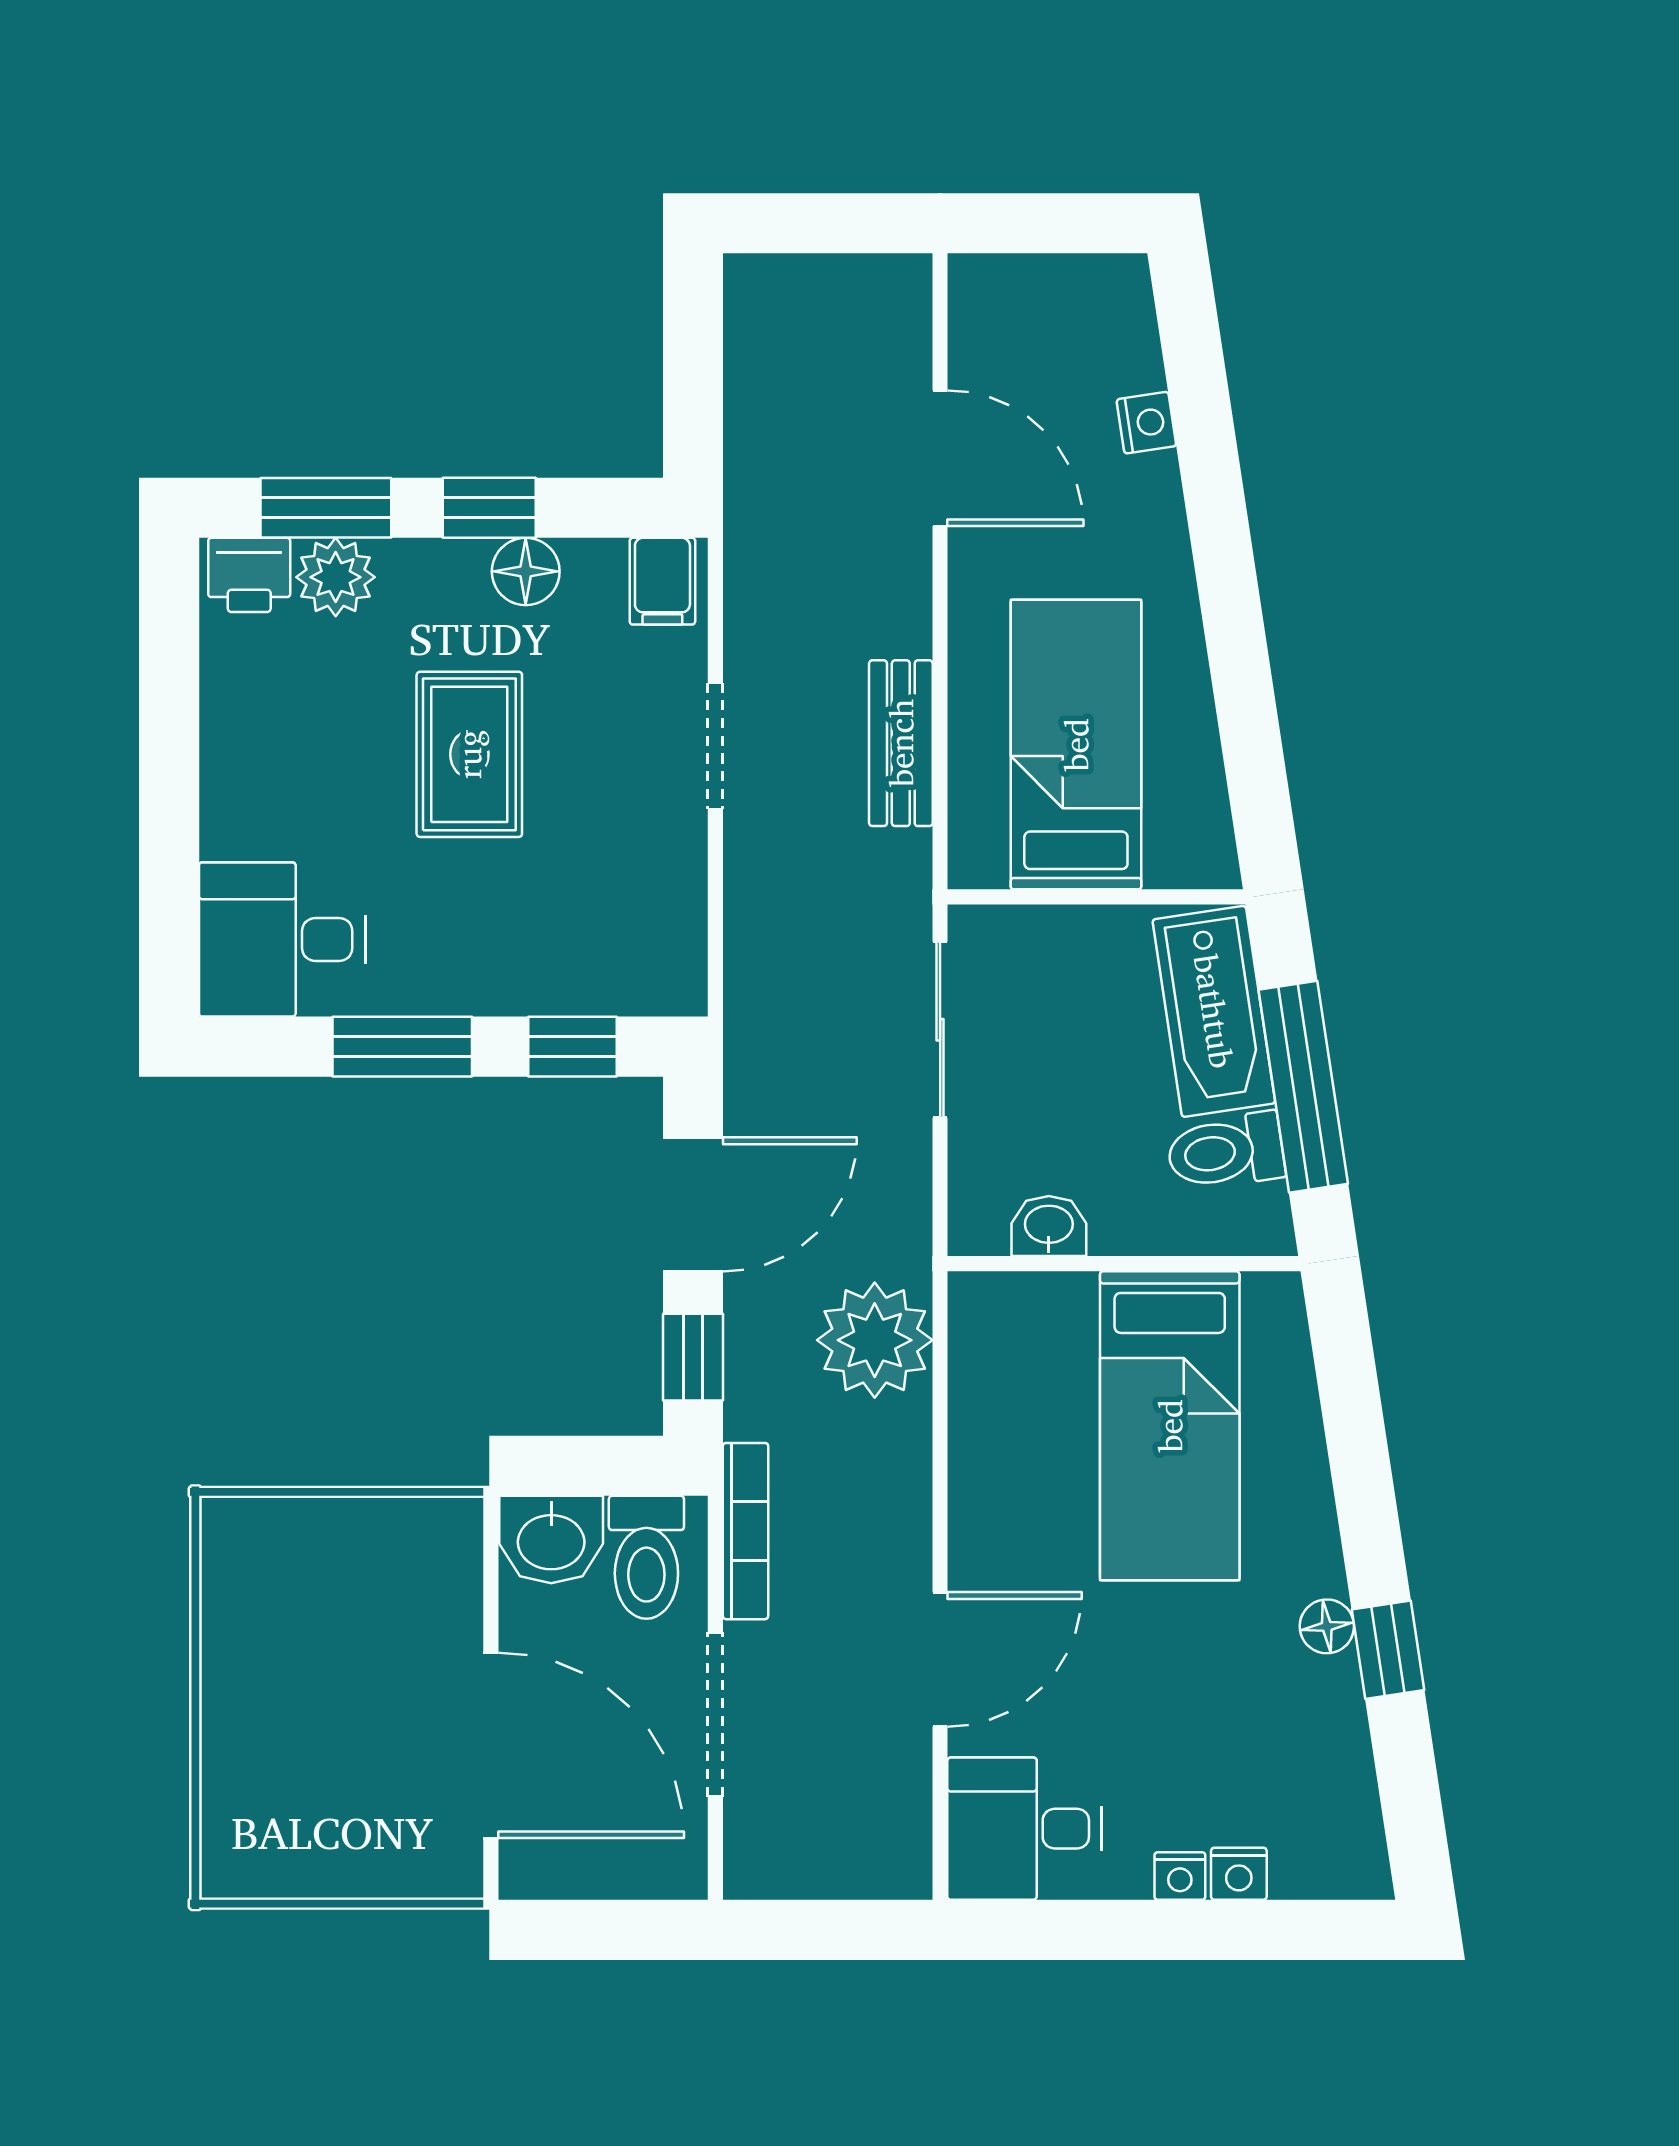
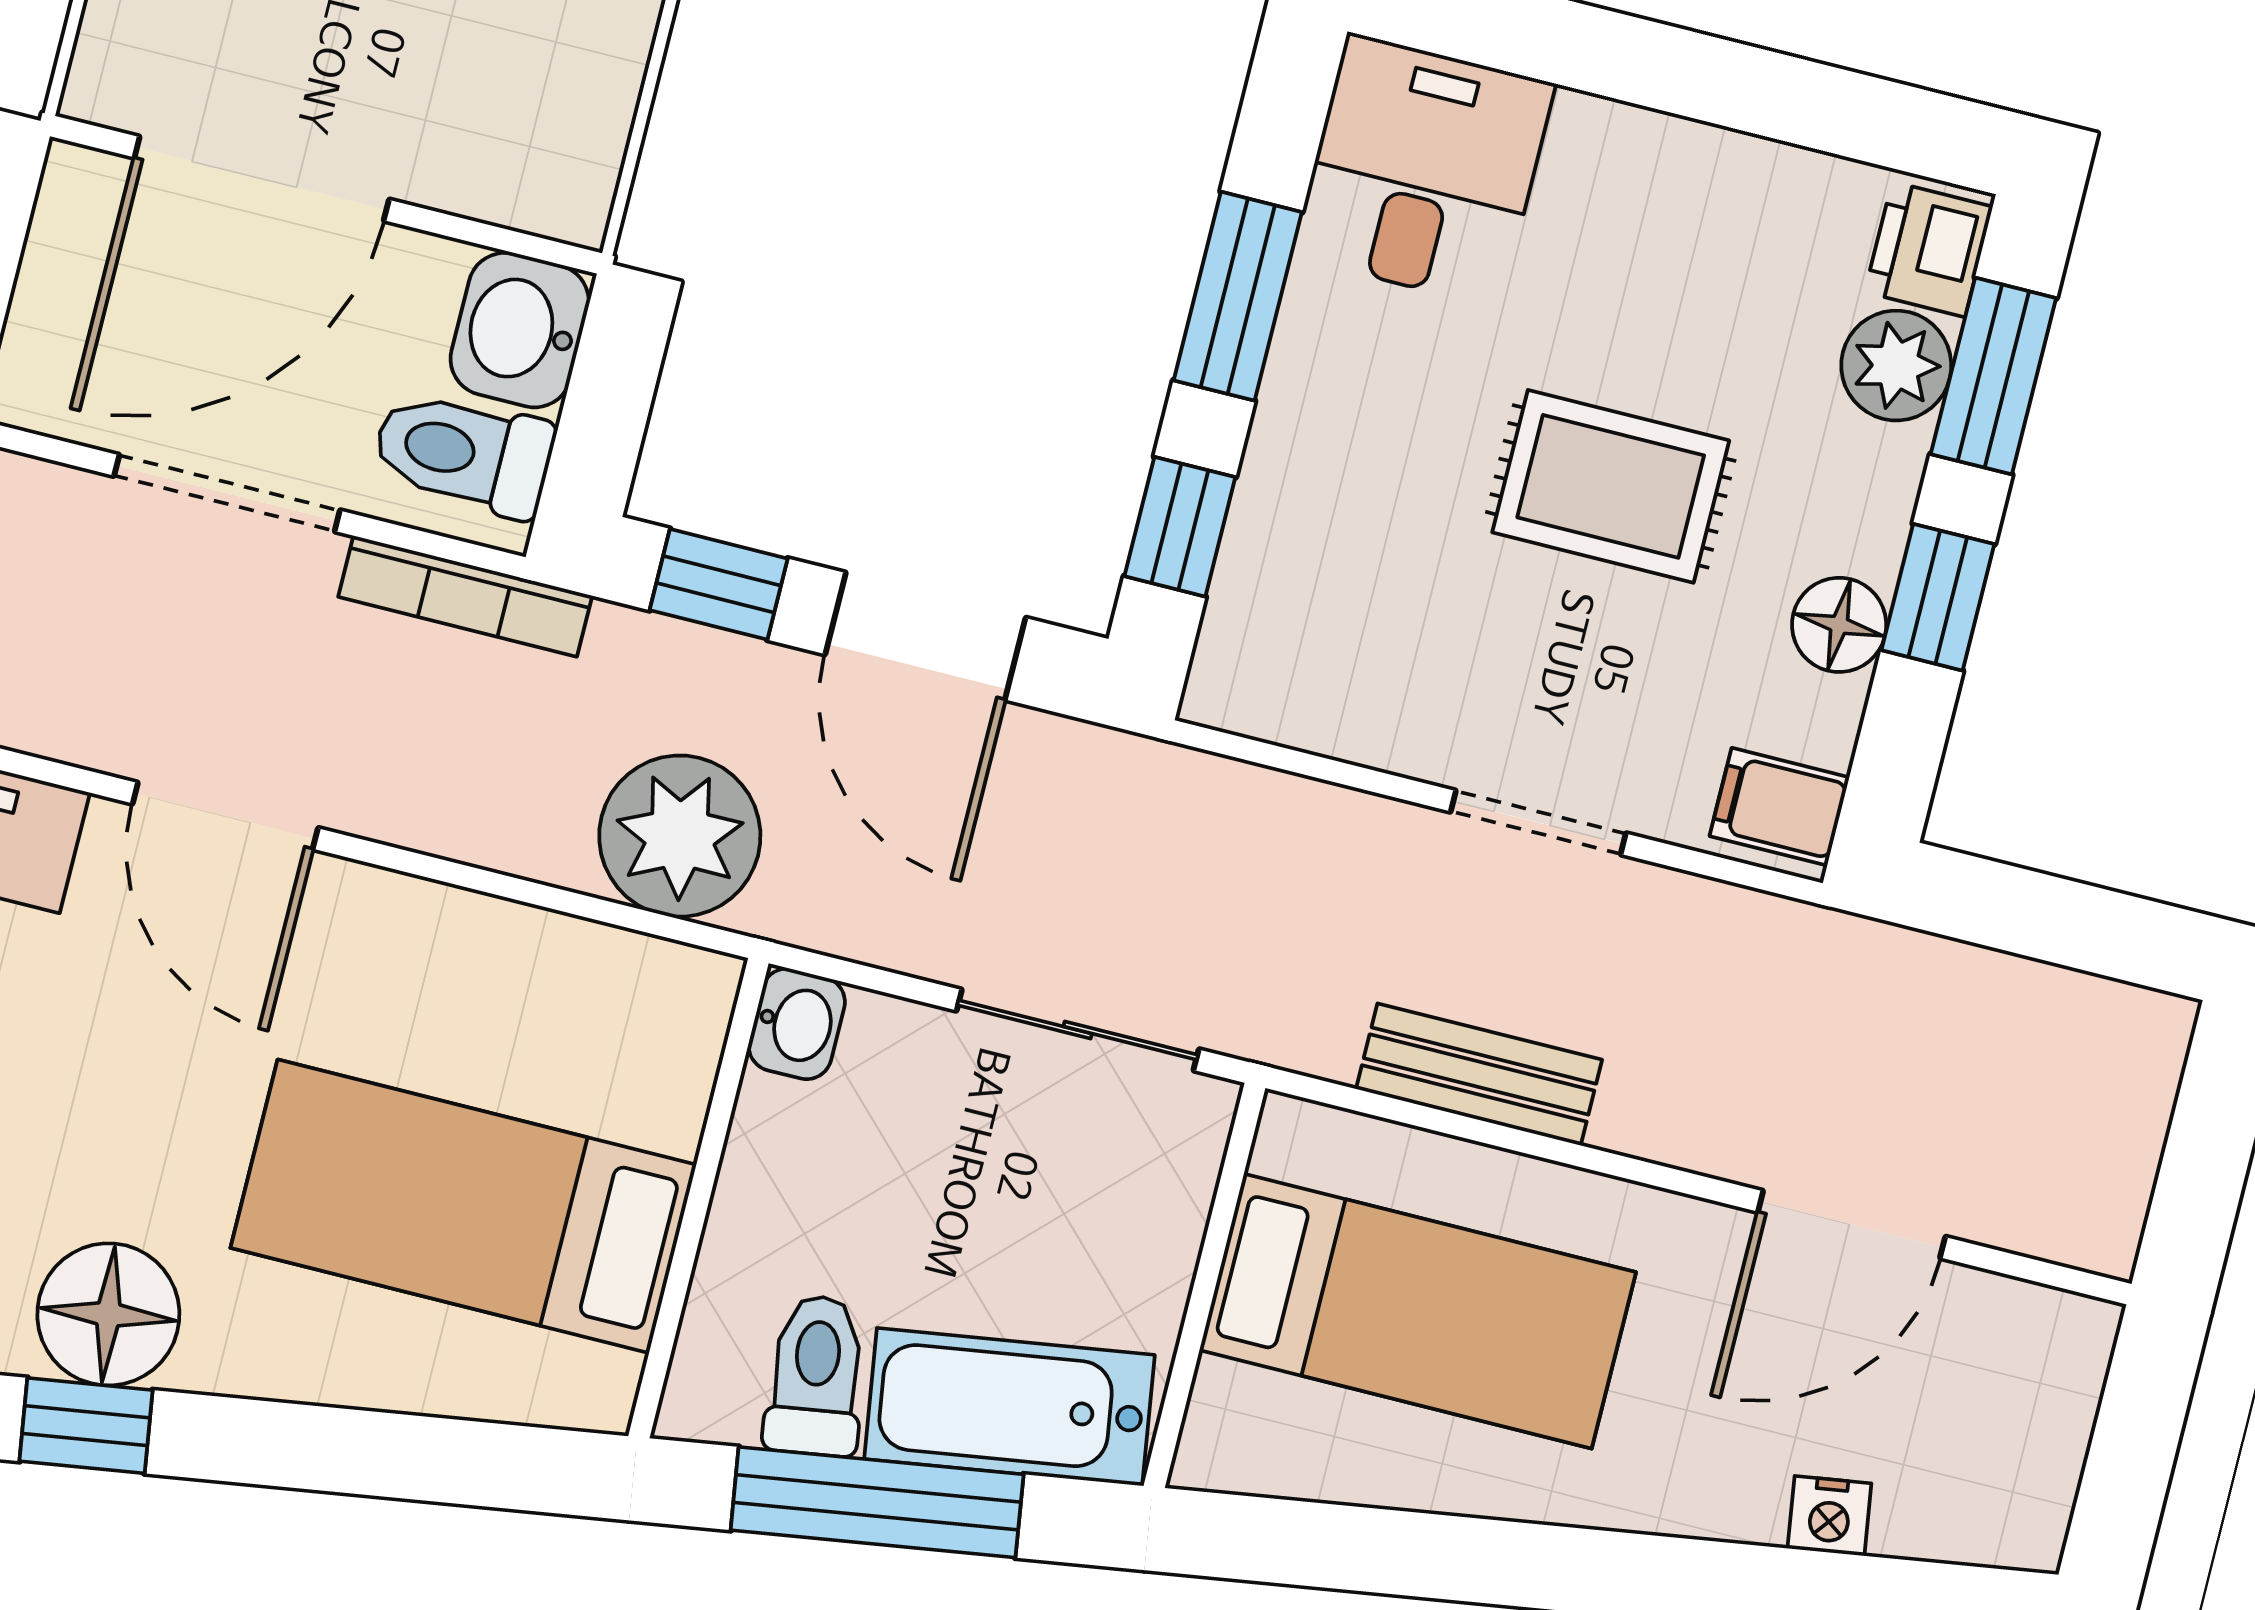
washbasin: (1049, 1226) -> (797, 1024), moved
floor lamp: (1327, 1626) -> (108, 1314), width x1.89, depth x1.89

